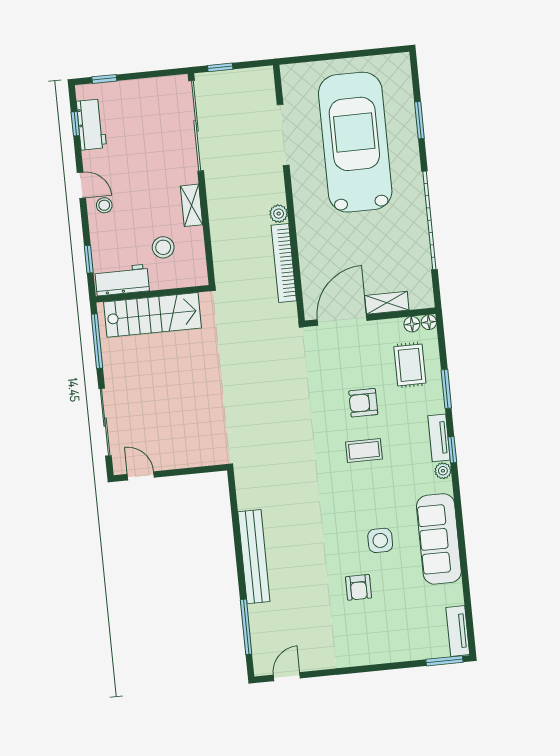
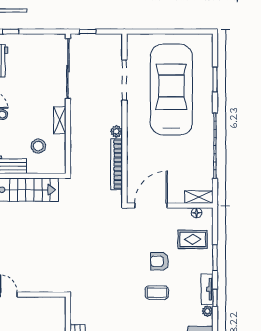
shelving: (387, 303) -> (199, 197), moved
floor lamp: (429, 322) -> (208, 213), removed
rug: (410, 365) -> (193, 239), turned 90

